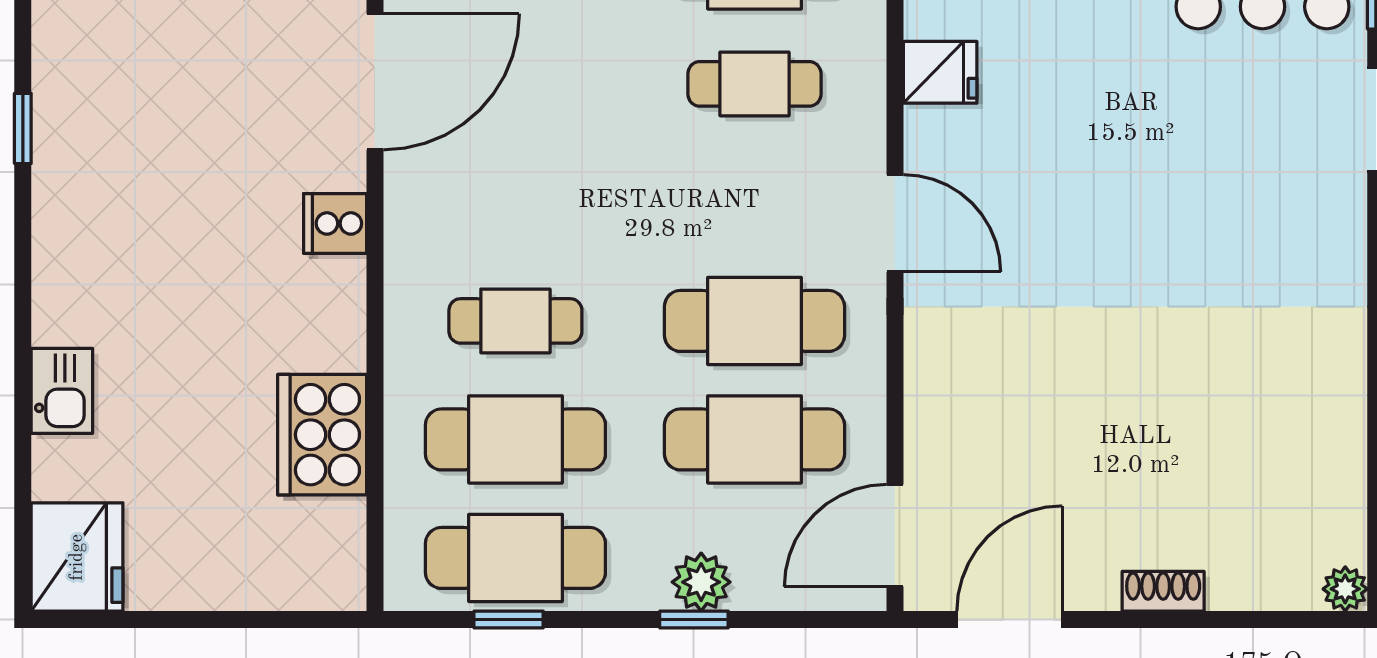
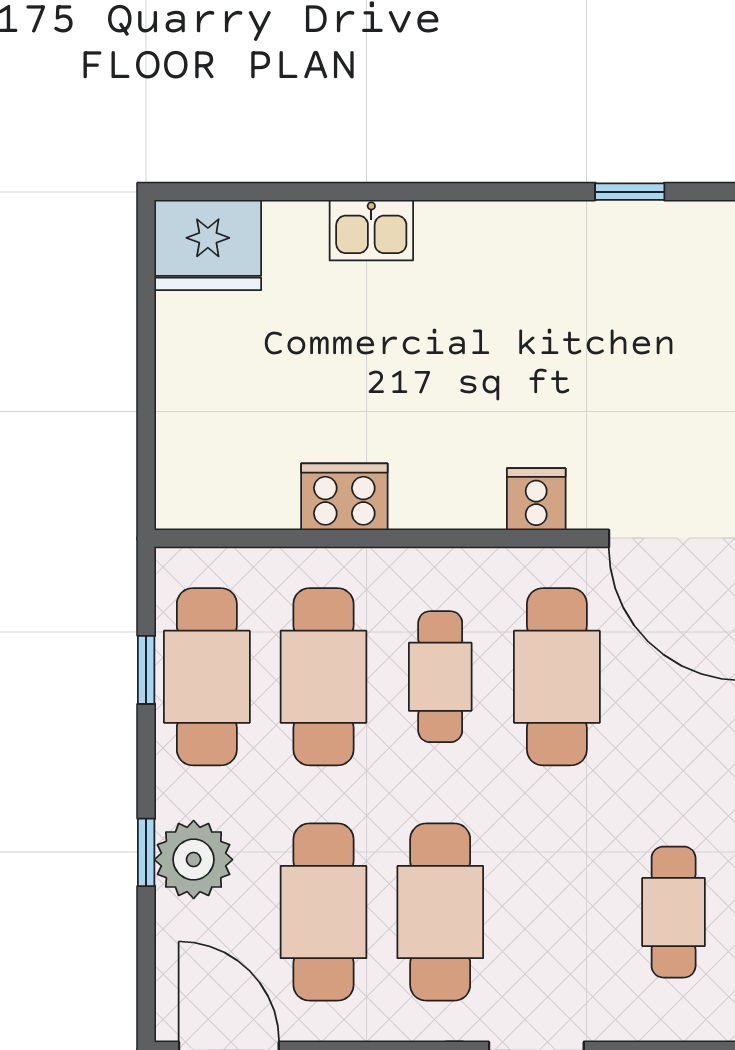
cafe table: (515, 202) -> (557, 677), added
cooker: (322, 435) -> (344, 497), width x0.73, depth x0.76
plant: (701, 582) -> (194, 860), width x1.36, depth x1.36

